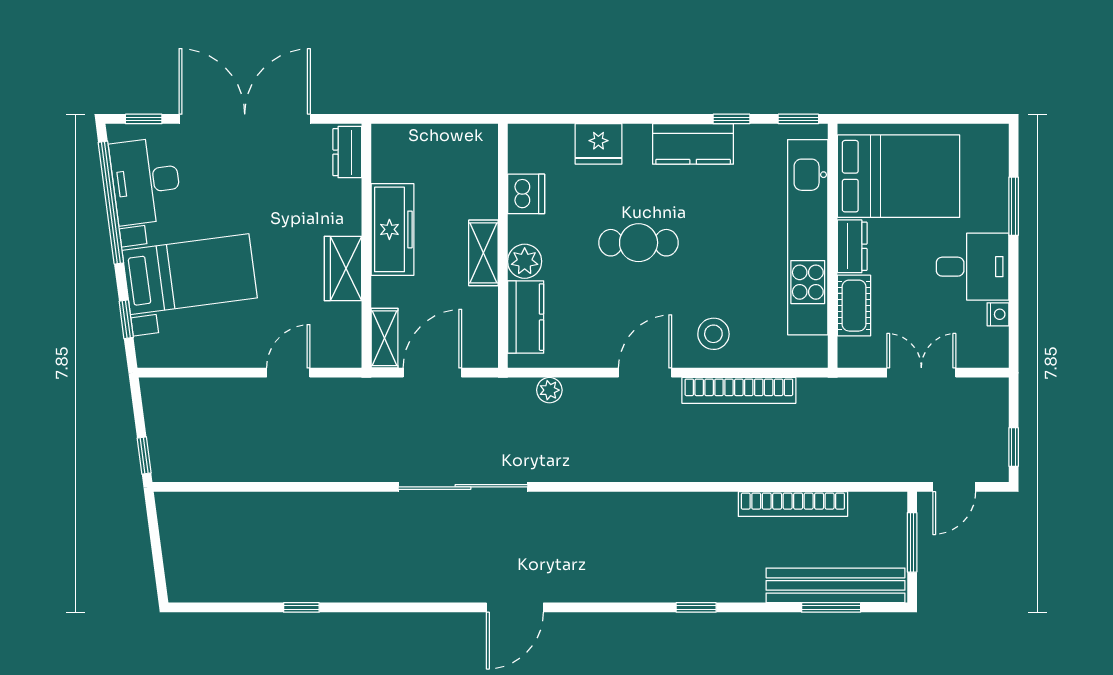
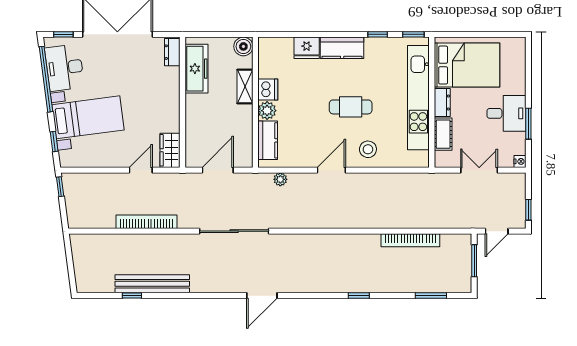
boiler: (480, 141) -> (243, 46), added
kitchen counter: (693, 144) -> (342, 48), moved
dishwasher: (526, 194) -> (268, 89), moved
window: (1014, 206) -> (528, 124), moved
freezer: (392, 229) -> (196, 69), moved
cafe table: (639, 243) -> (351, 107), moved
shelving: (483, 253) -> (245, 87), moved
wardrobe: (343, 268) -> (170, 150), moved
nightstand: (998, 314) -> (520, 161), moved
shelving: (385, 338) -> (192, 152), removed
bookcase: (739, 390) -> (147, 222), moved, turned 180
window: (144, 455) -> (60, 187), moved
bench: (835, 585) -> (152, 284), moved
window: (301, 607) -> (132, 296), moved

